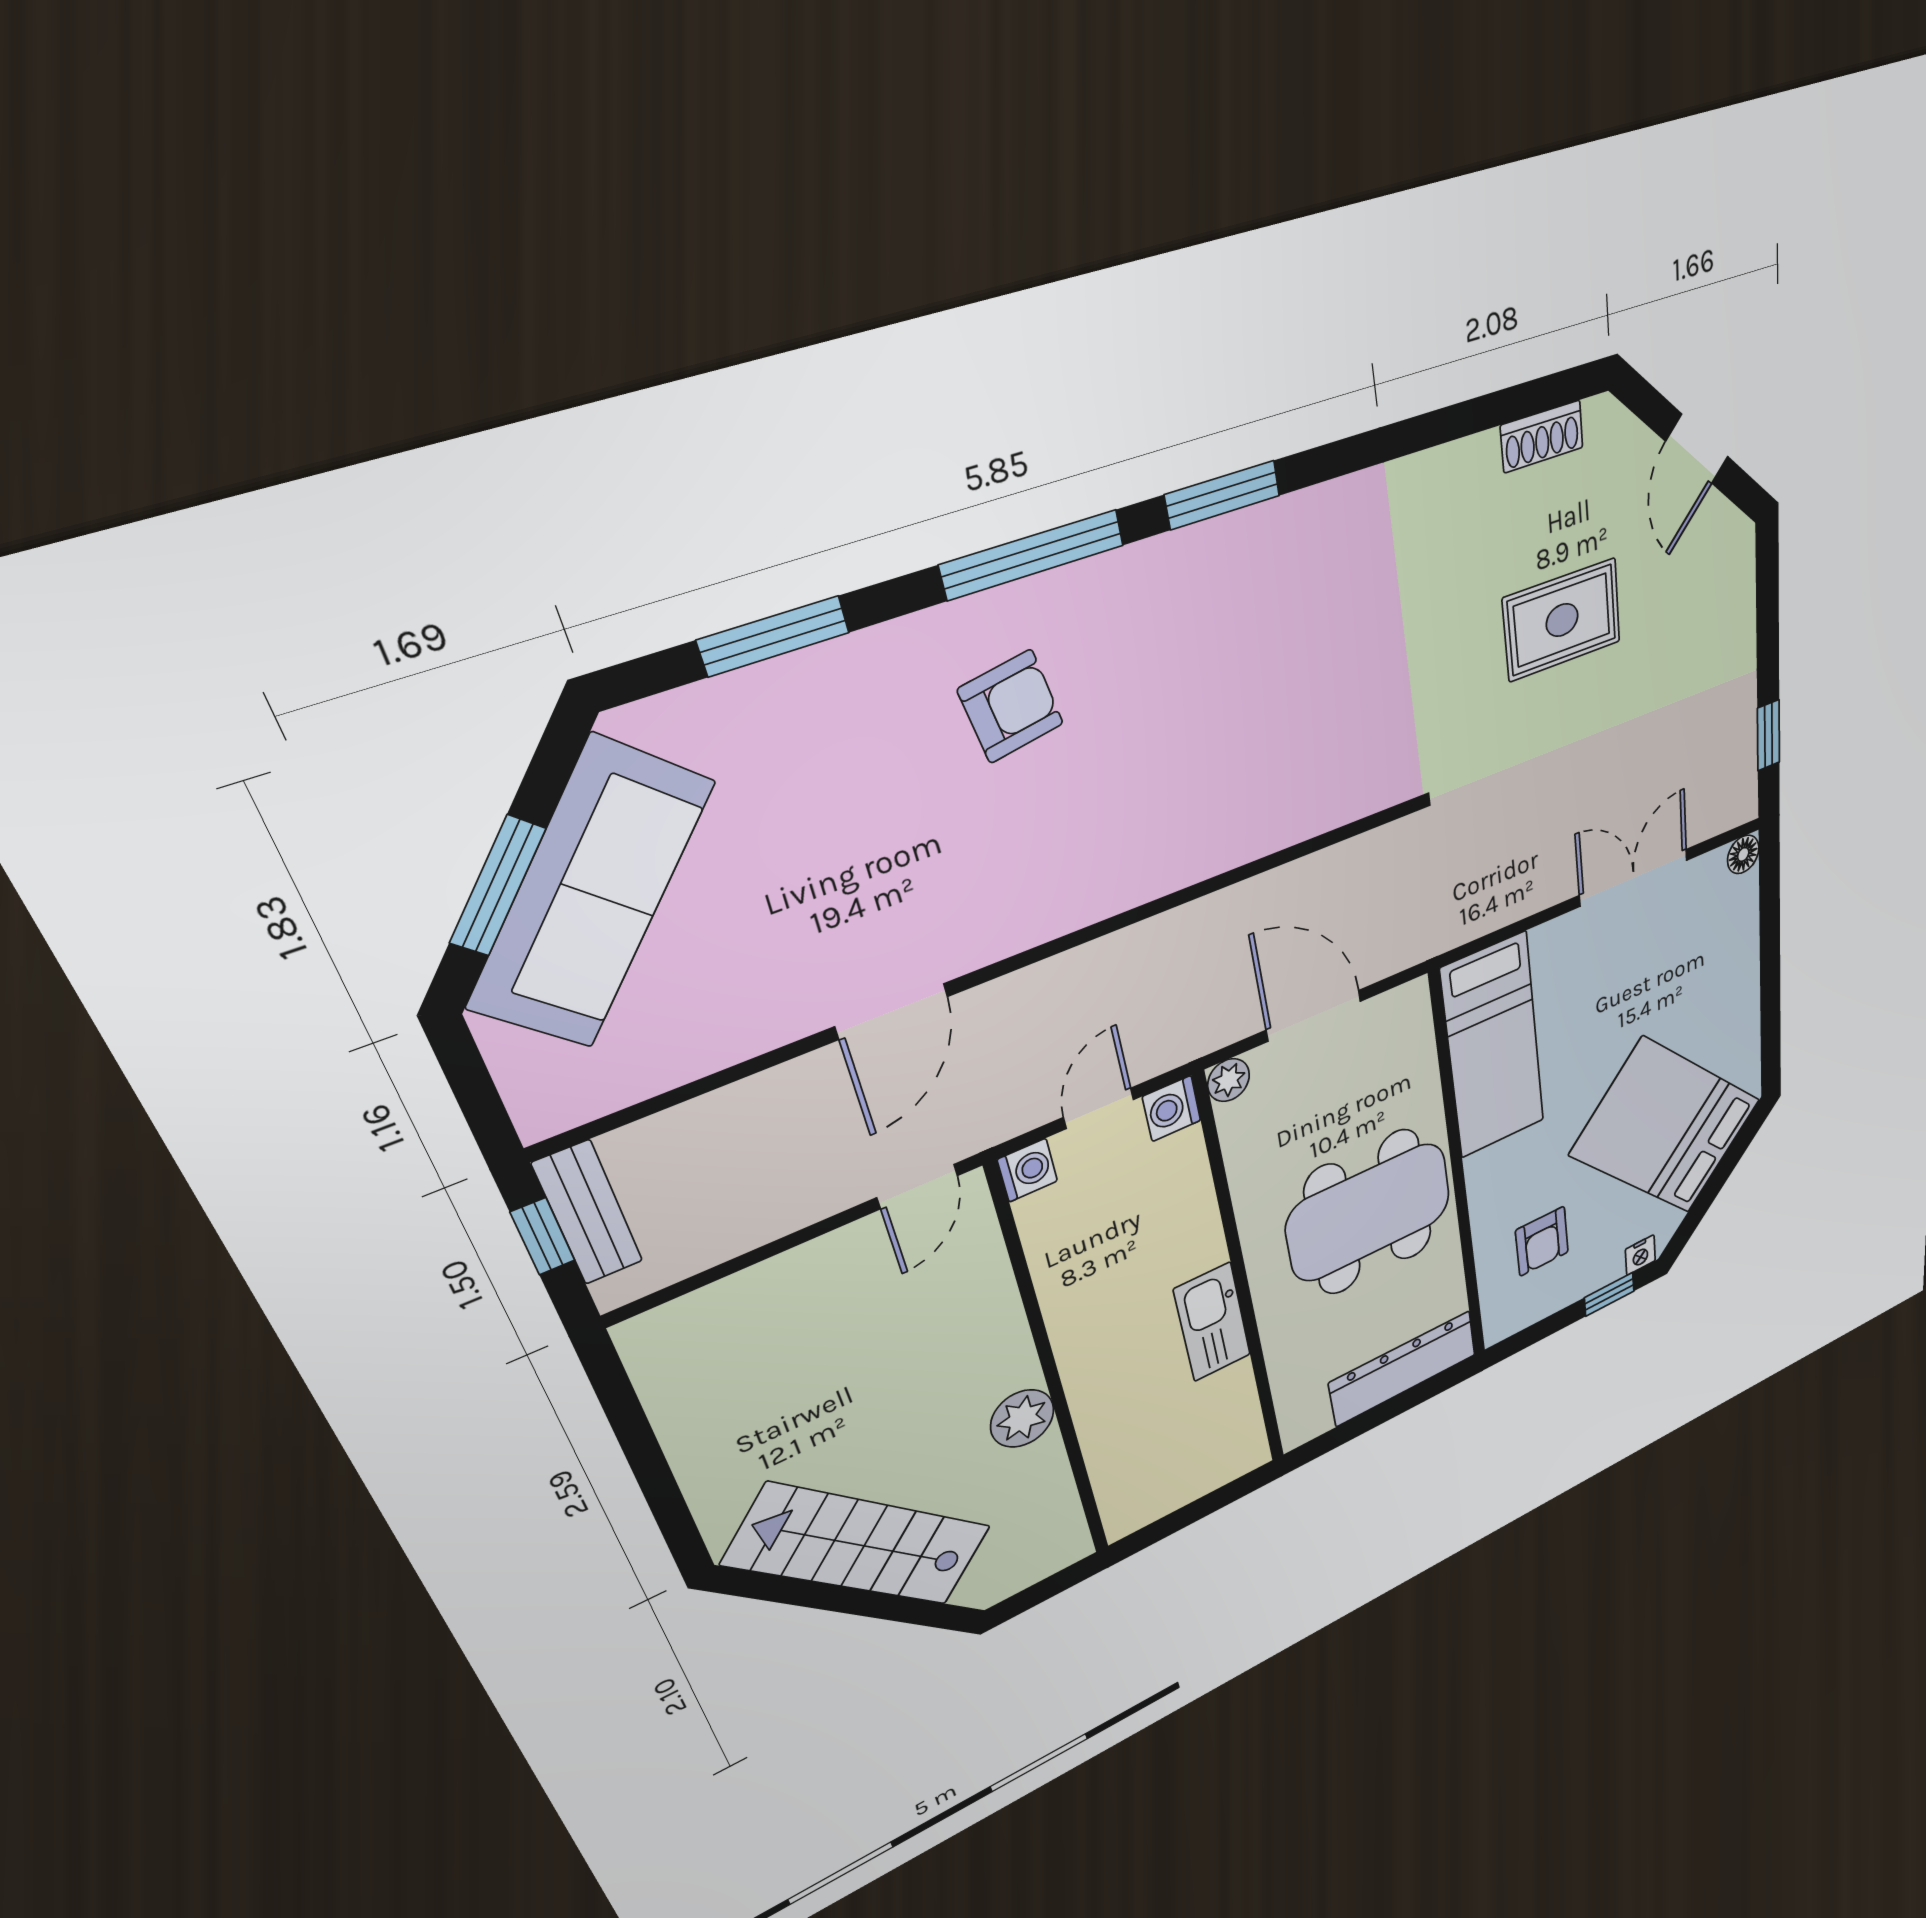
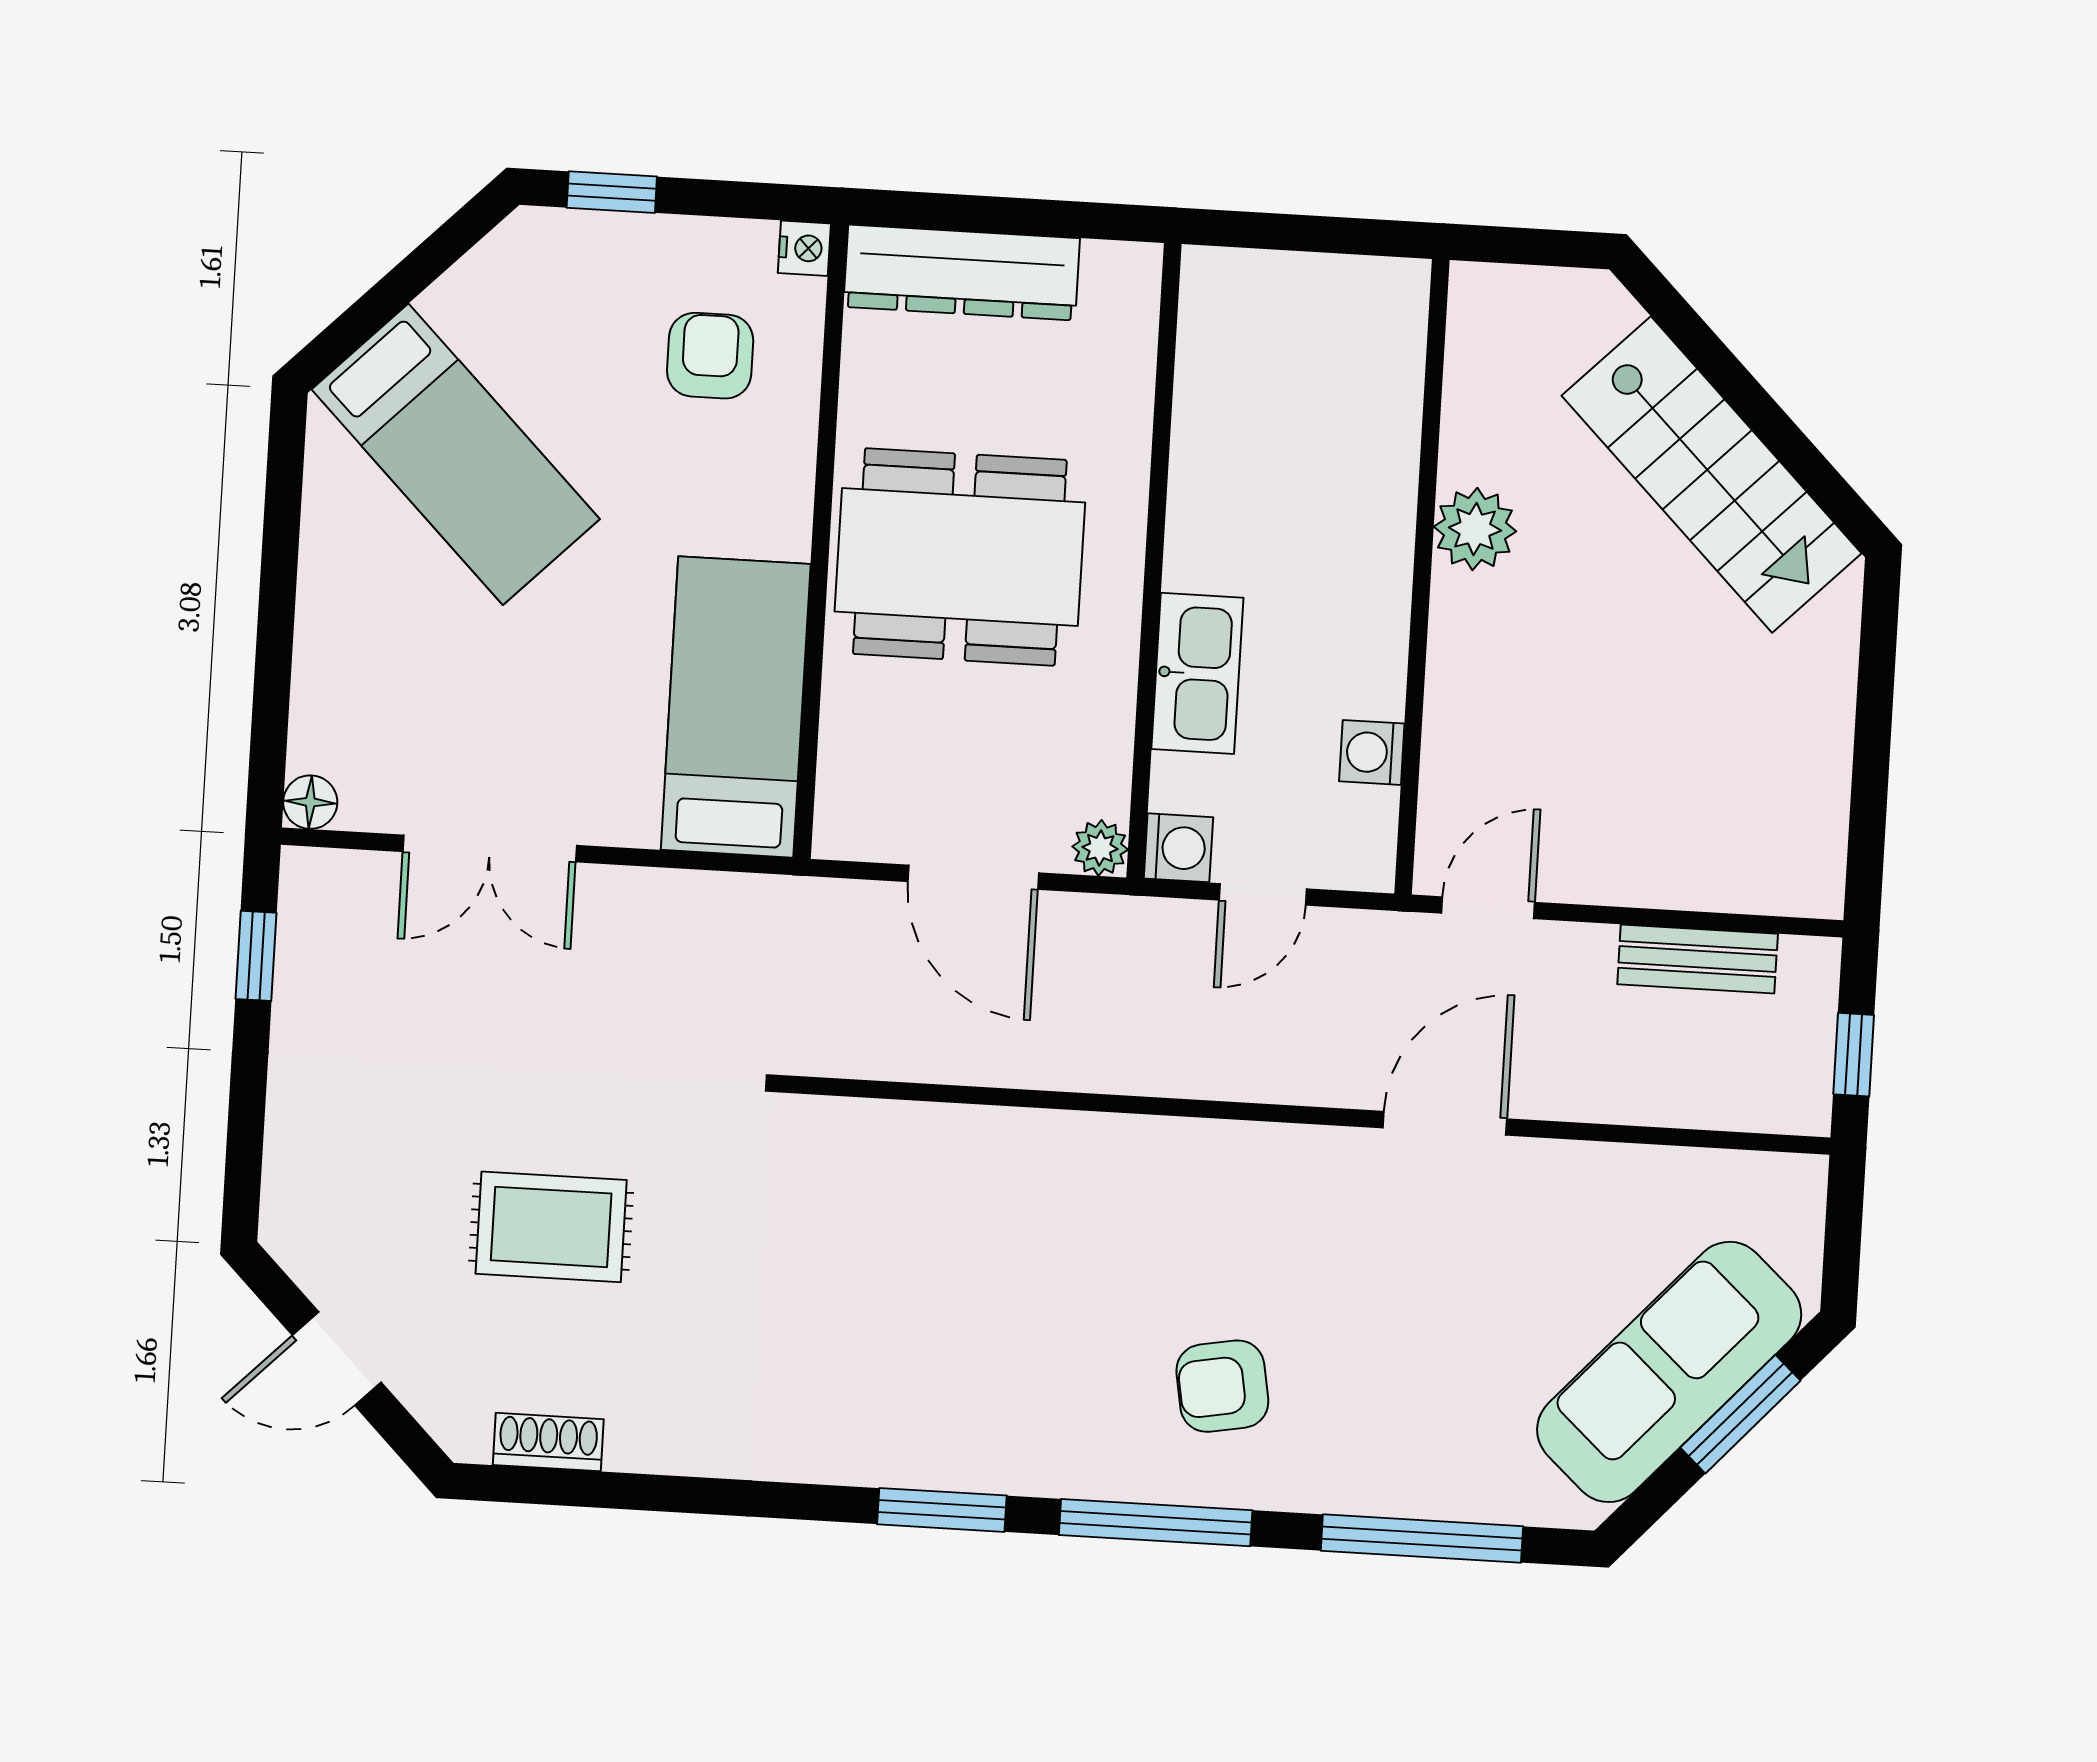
door: (1697, 449) -> (337, 1359), swing flipped
window: (774, 636) -> (1422, 1538), width x1.44
bed: (1666, 1127) -> (456, 454), width x0.67
washing machine: (1027, 1170) -> (1372, 752), moved
bench: (588, 1213) -> (1698, 959), moved, turned 90
nightstand: (1640, 1255) -> (804, 248), moved, turned 90
kitchen sink: (1212, 1322) -> (1197, 673), moved

